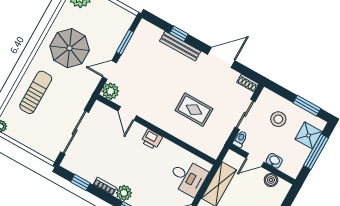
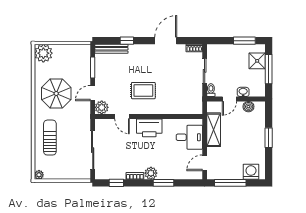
bench: (180, 46) -> (111, 49), moved
rug: (194, 110) -> (143, 91), moved
stool: (278, 119) -> (230, 61), removed
printer: (152, 139) -> (149, 128), width x1.87, depth x1.48

